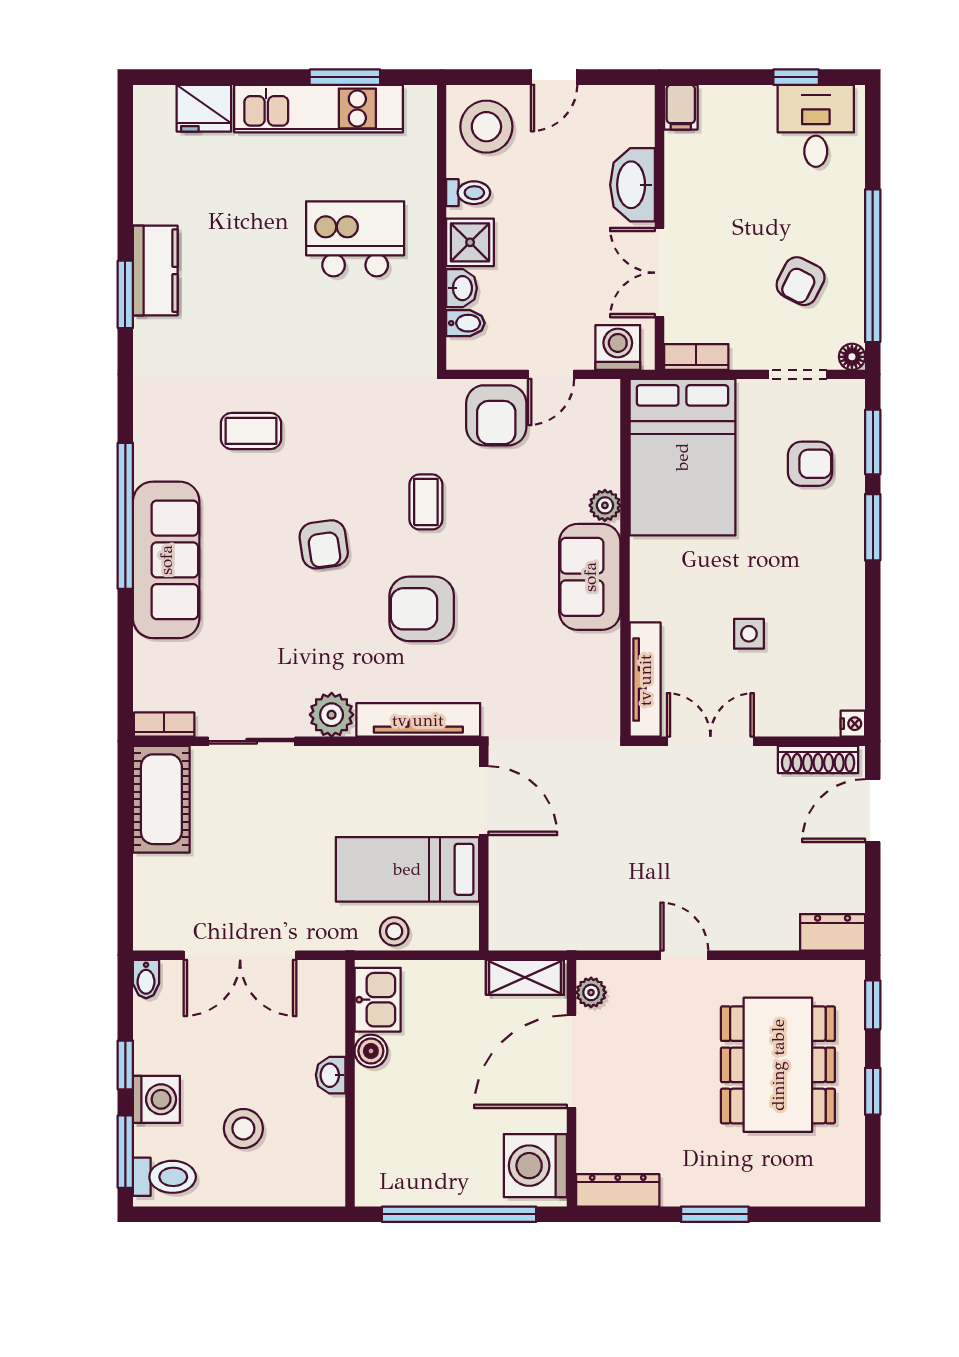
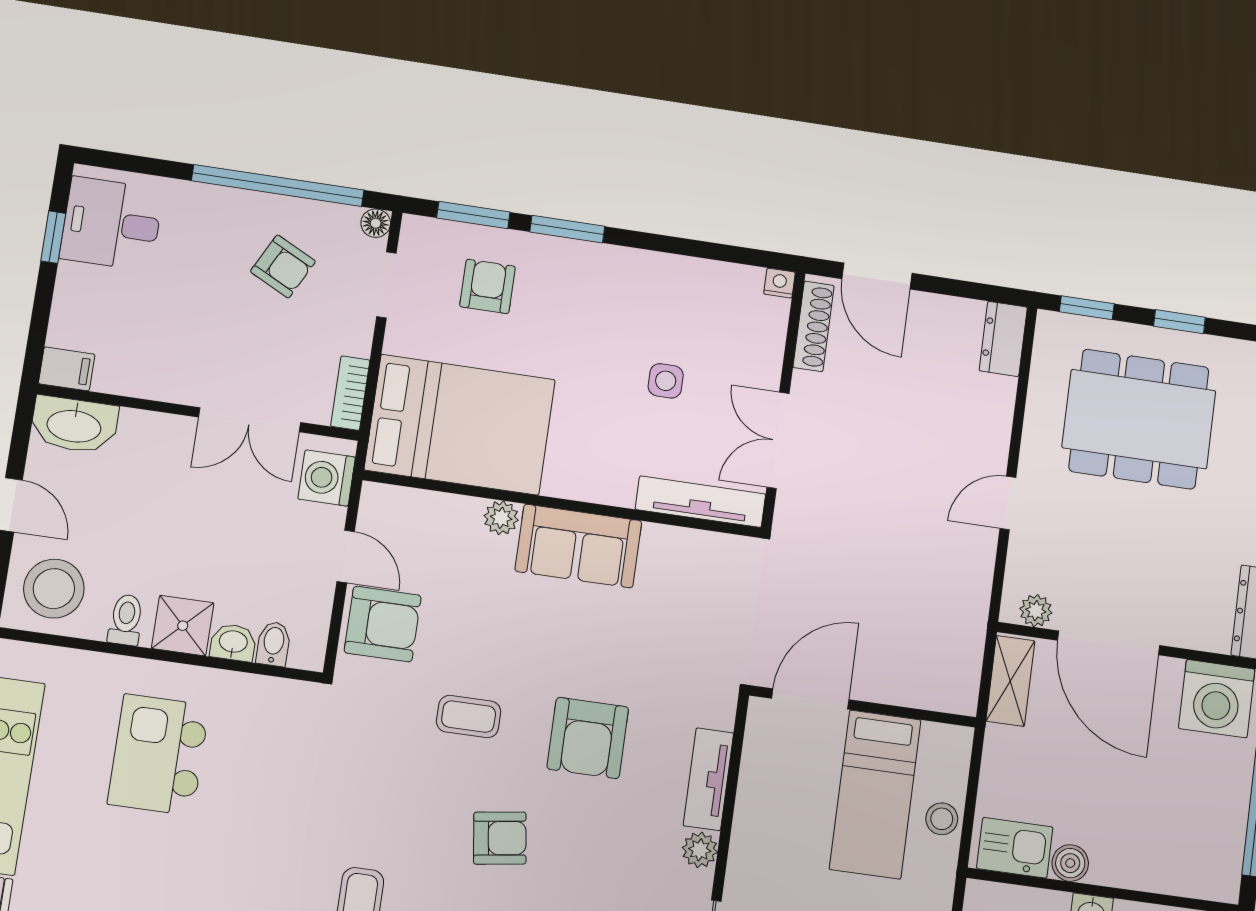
washbasin: (632, 185) -> (74, 425), moved
plant: (332, 715) -> (700, 850), width x0.73, depth x0.73
tv unit: (418, 720) -> (708, 779), width x0.71

